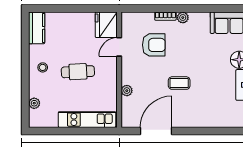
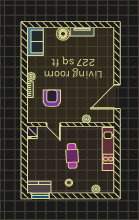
fridge: (106, 25) -> (32, 132), width x0.53, depth x0.75
window: (25, 30) -> (40, 196), added
coffee table: (179, 83) -> (81, 79), removed
door: (156, 131) -> (117, 97), hinge flipped

